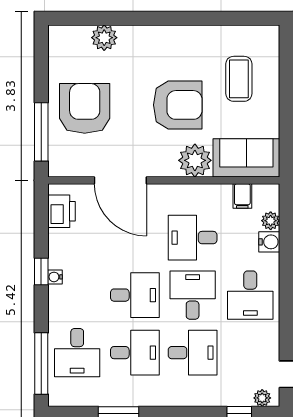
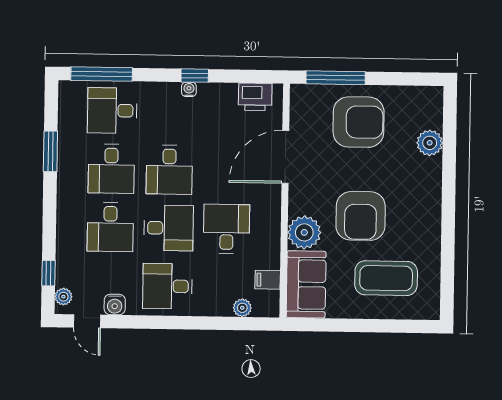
coffee table: (239, 79) -> (386, 278), width x1.36, depth x1.32
water cooler: (269, 242) -> (115, 305), moved

